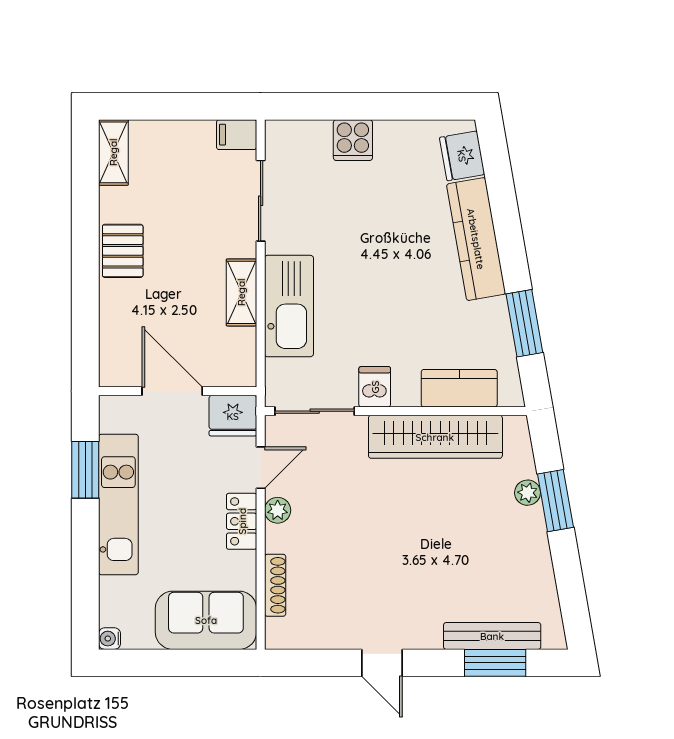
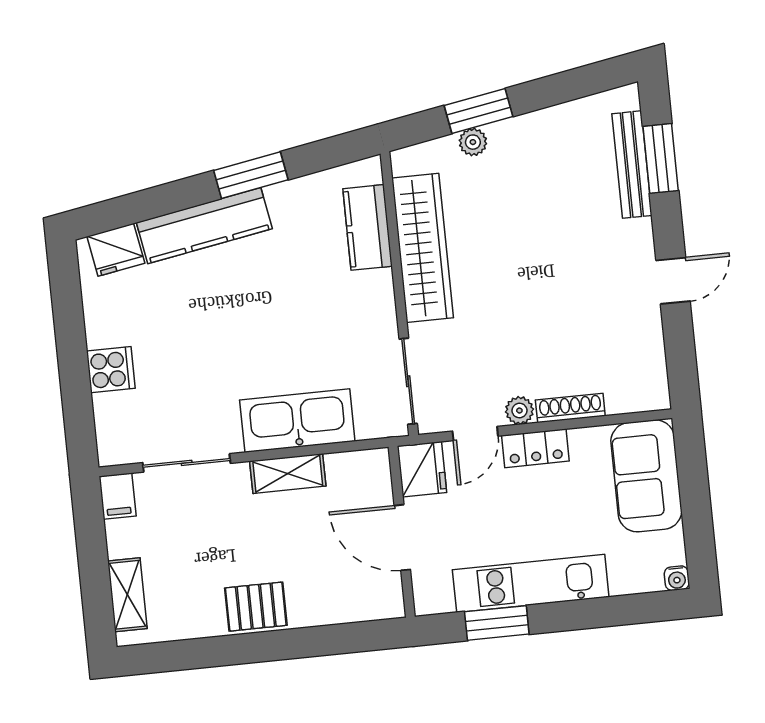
shelving: (113, 152) -> (127, 595), moved, turned 90
window: (524, 323) -> (251, 175), moved
dishwasher: (375, 387) -> (375, 319), removed
door: (172, 391) -> (402, 538), hinge flipped
door: (261, 468) -> (475, 434), swing flipped
shoe rack: (275, 585) -> (570, 408), moved

